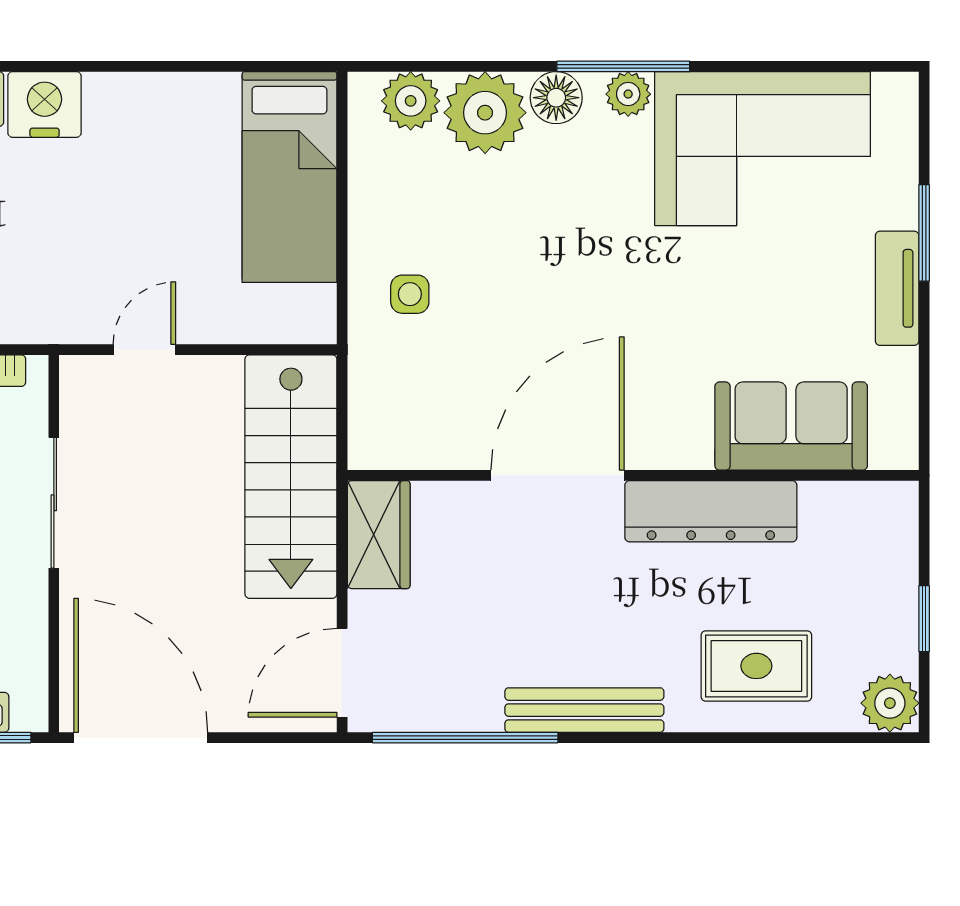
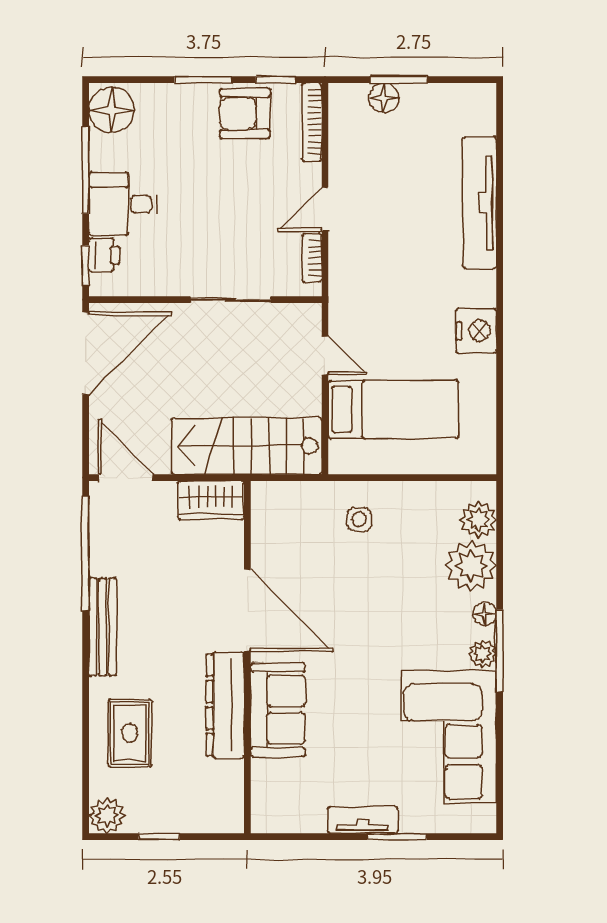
floor lamp: (556, 98) -> (485, 614), width x0.73, depth x0.73
nightstand: (45, 104) -> (476, 331), moved
bed: (289, 177) -> (393, 409), moved, turned 180
sofa: (791, 426) -> (278, 710), moved

